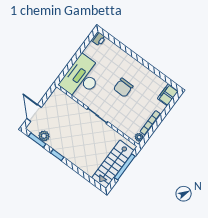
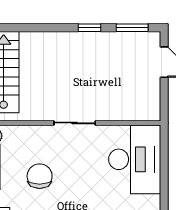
chair: (123, 88) -> (40, 176), moved
plant: (44, 136) -> (127, 41), removed

